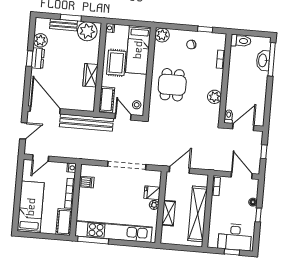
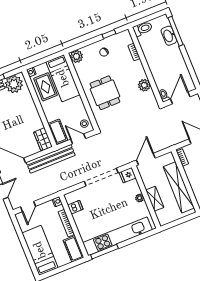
rug: (116, 63) -> (45, 87), moved
wardrobe: (90, 75) -> (43, 139), moved
fridge: (152, 193) -> (127, 175), moved

